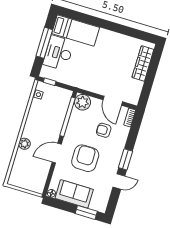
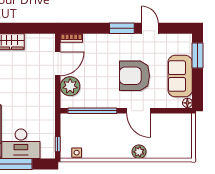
plant: (83, 102) -> (70, 86), moved
armchair: (104, 130) -> (95, 64), removed

